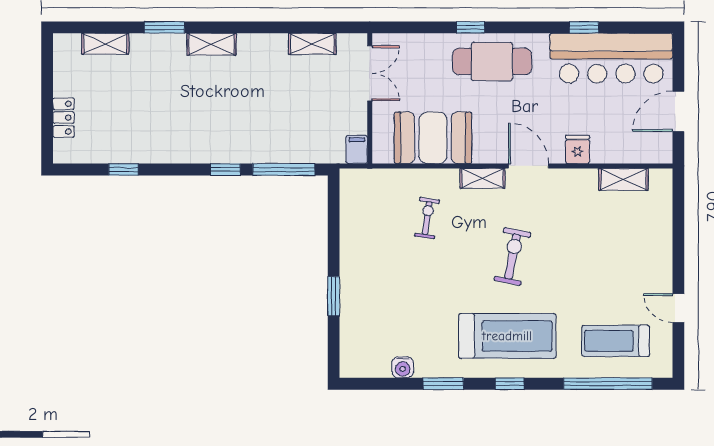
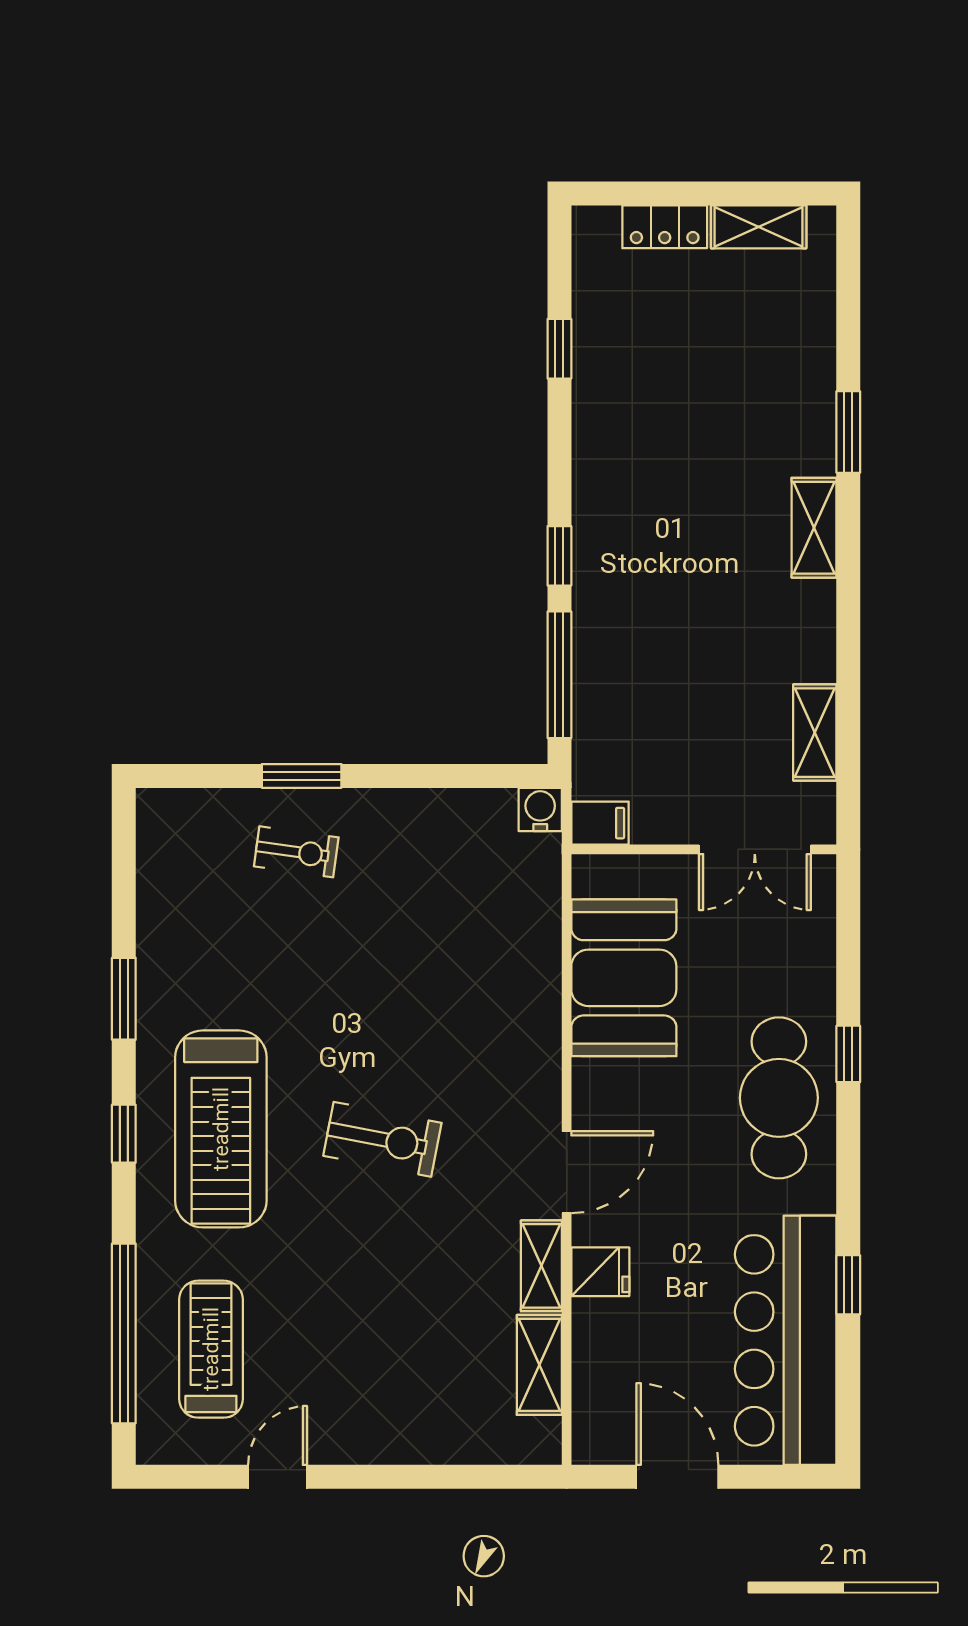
shelving: (105, 44) -> (759, 227), moved, turned 90
shelving: (482, 178) -> (541, 1266), moved
exercise bike: (427, 218) -> (296, 852), moved
water cooler: (403, 367) -> (540, 809), moved, turned 90

